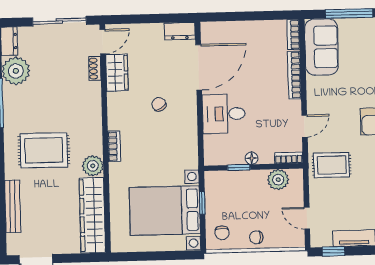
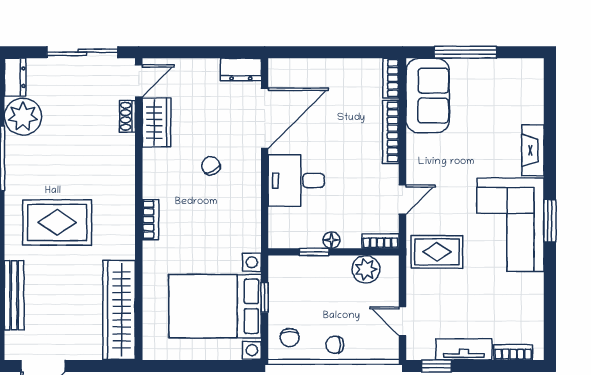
plant: (93, 166) -> (121, 245), removed

